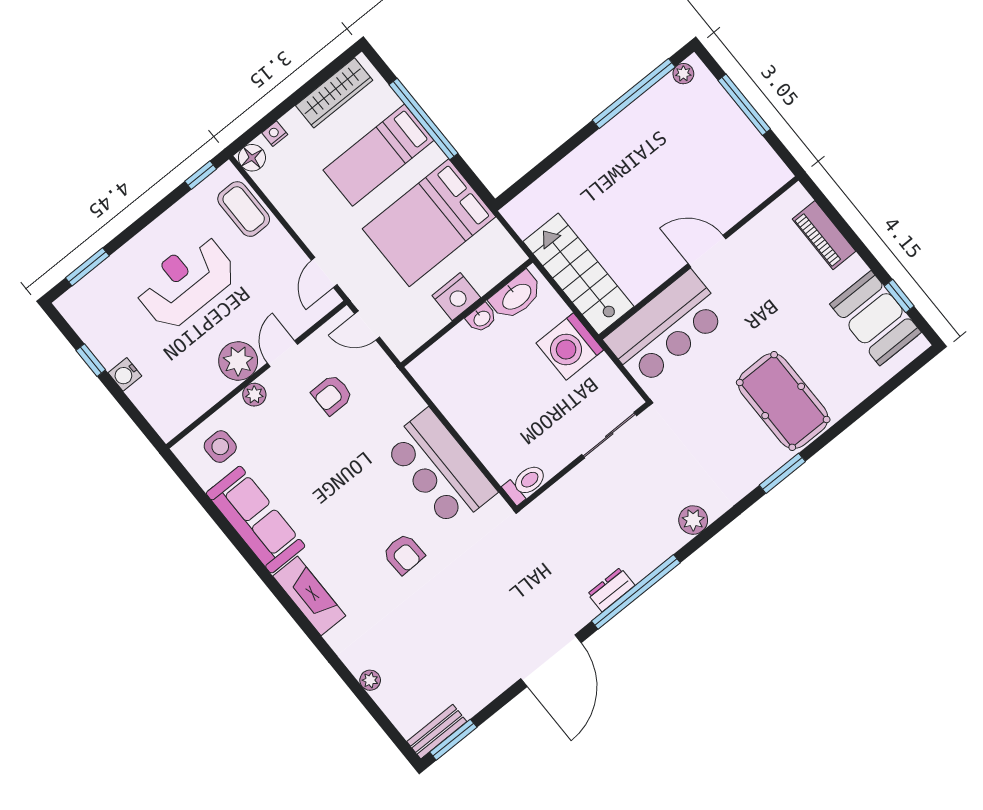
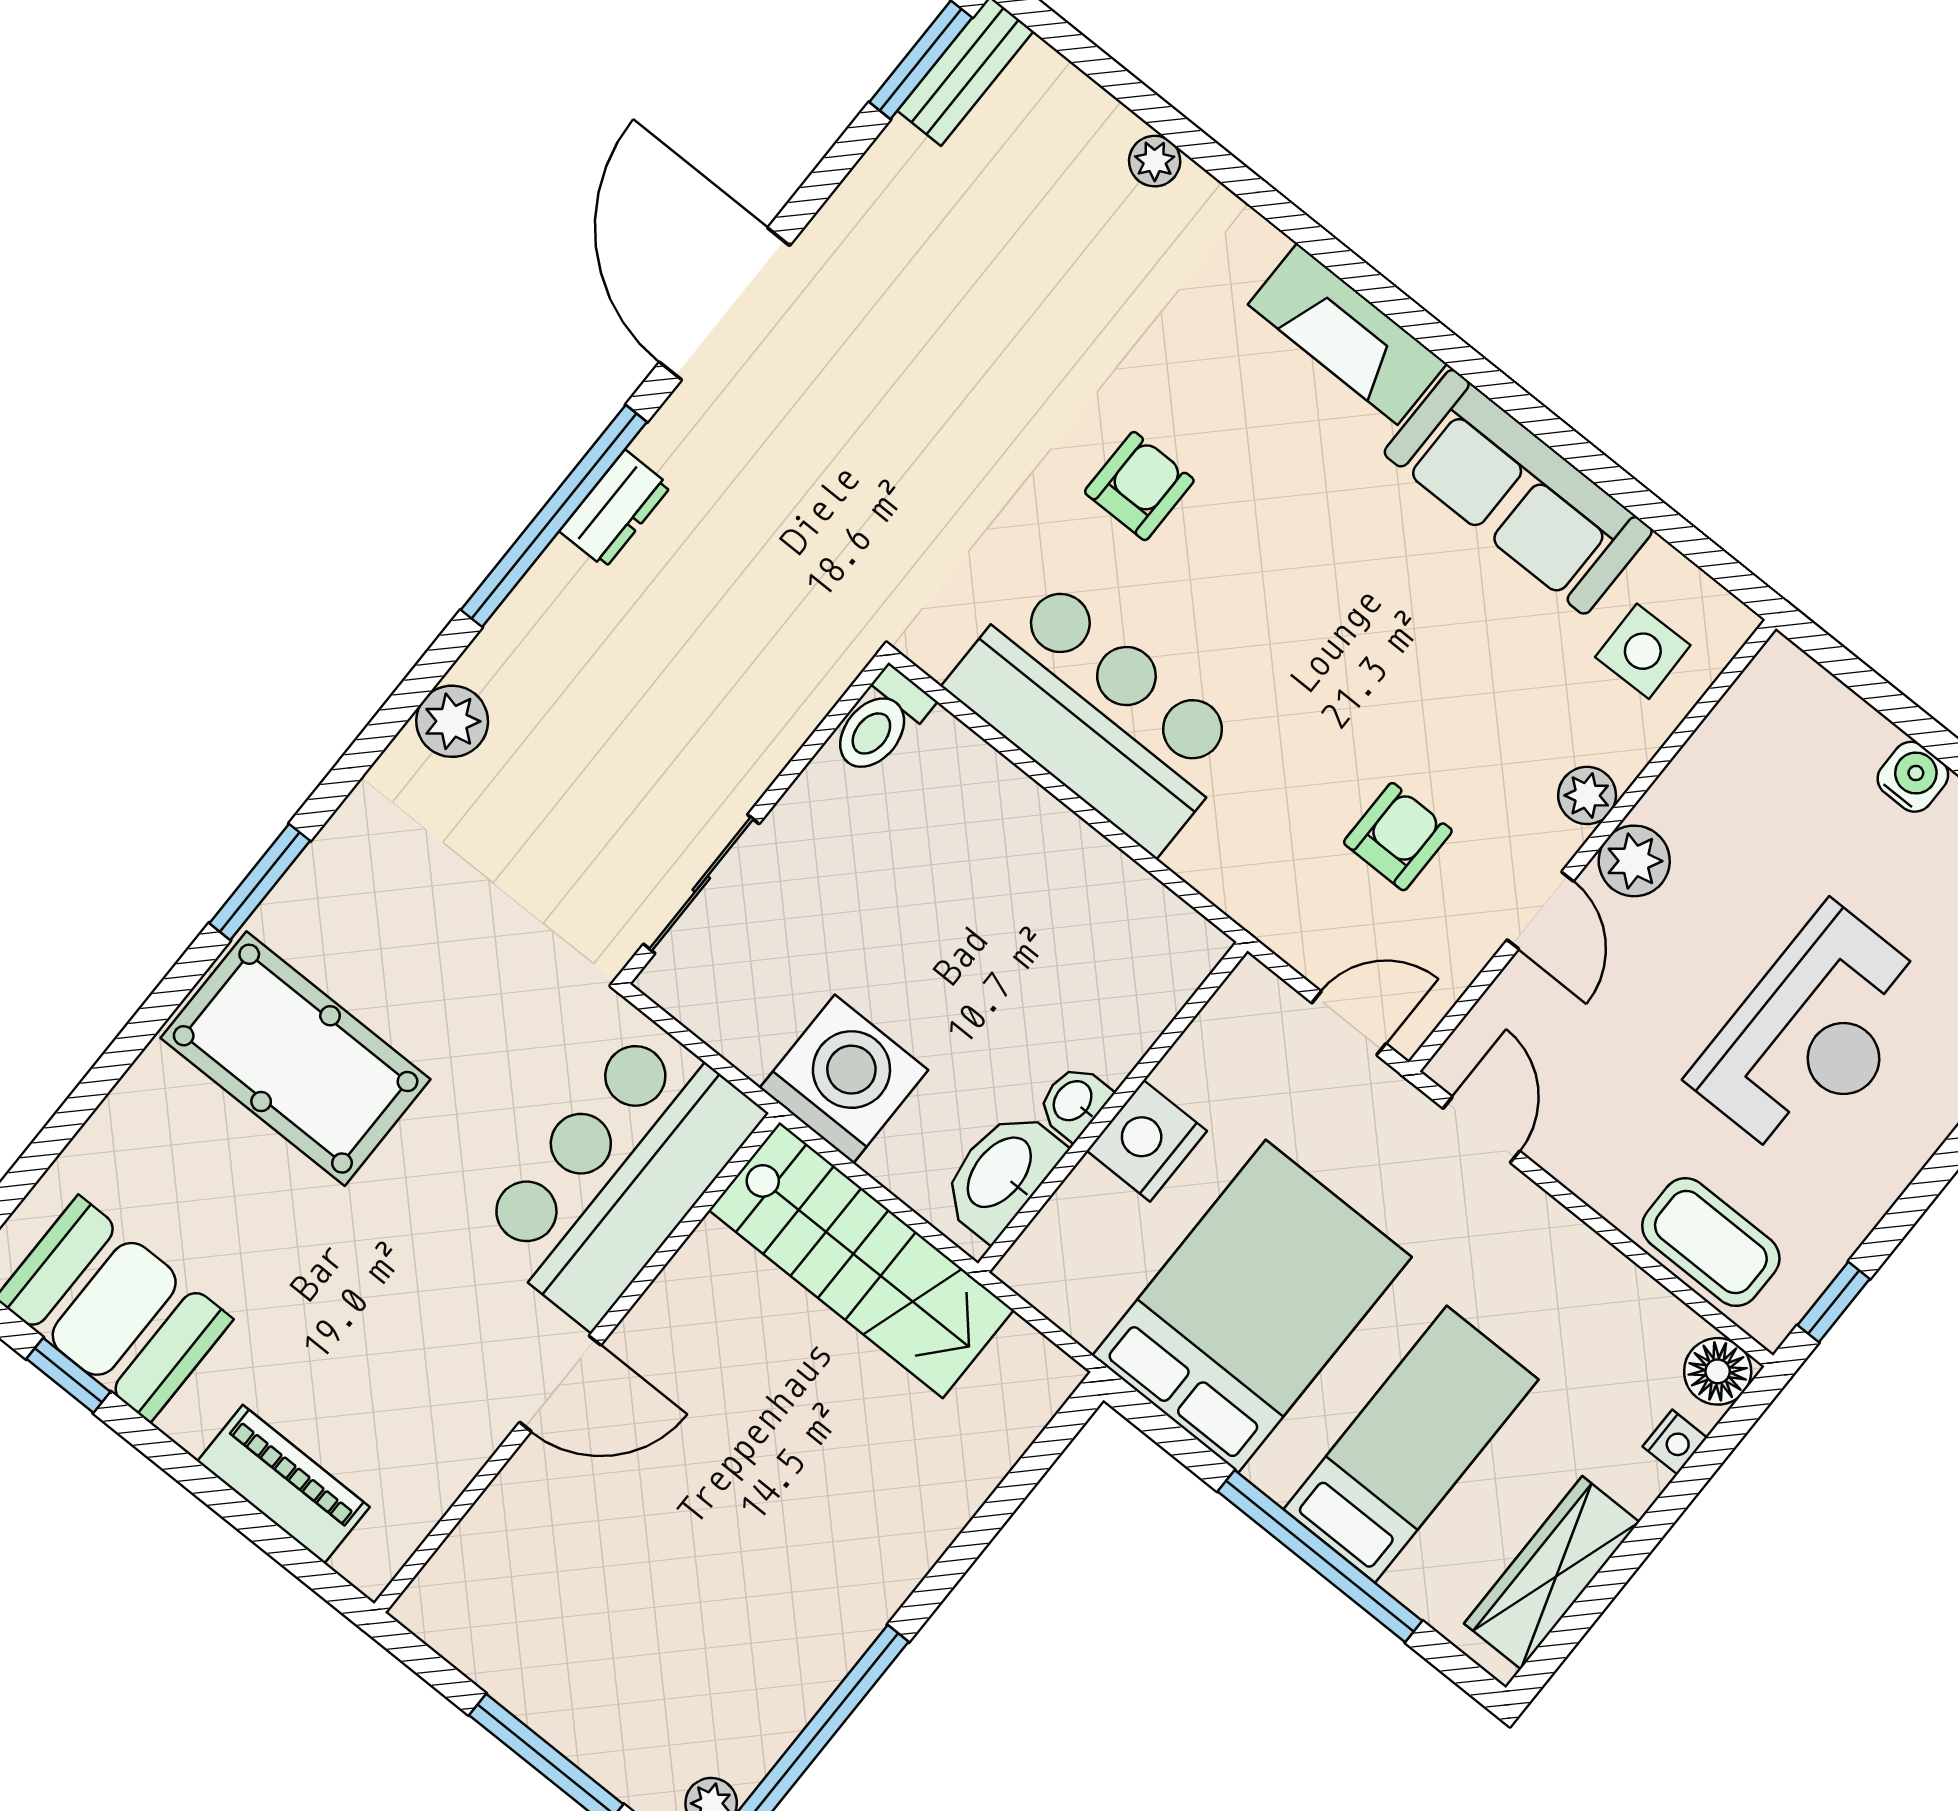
plant: (238, 361) -> (1634, 861), width x0.73, depth x0.73
armchair: (404, 554) -> (1139, 486), turned 92

